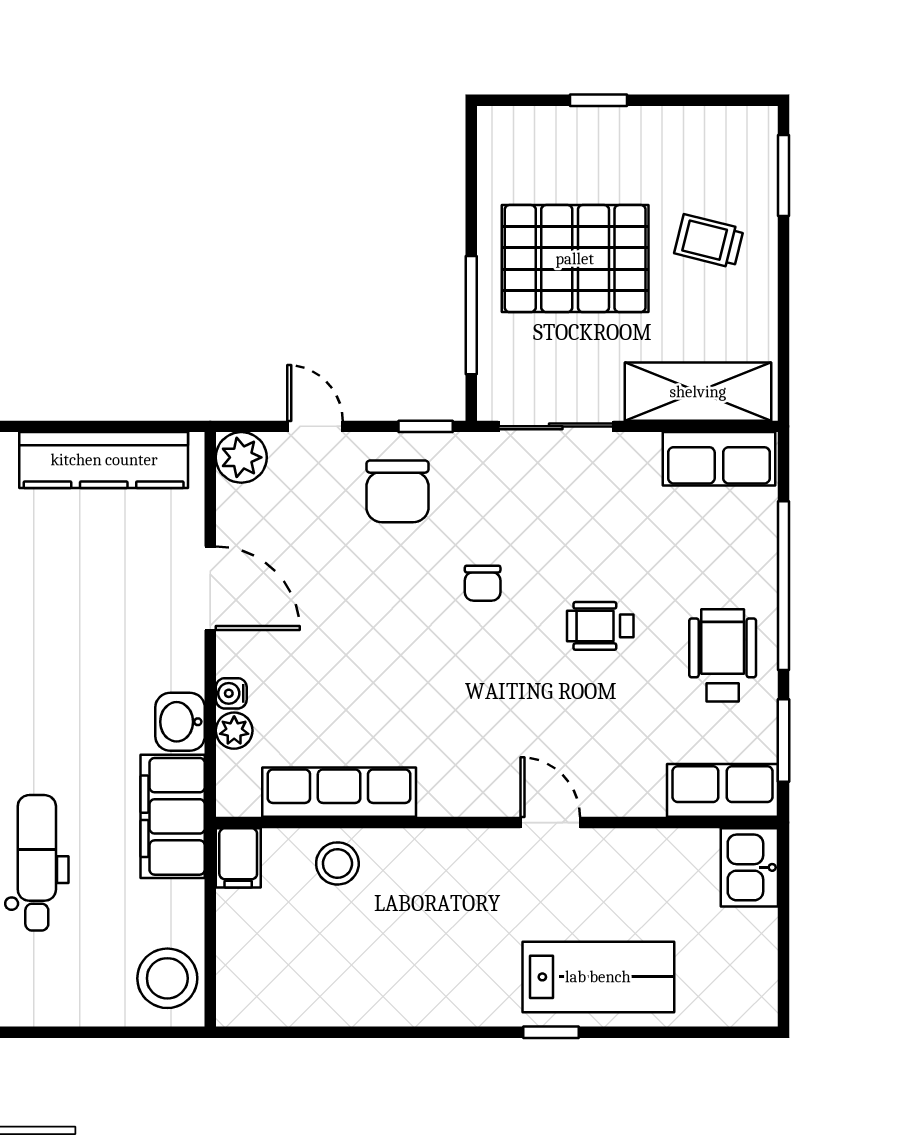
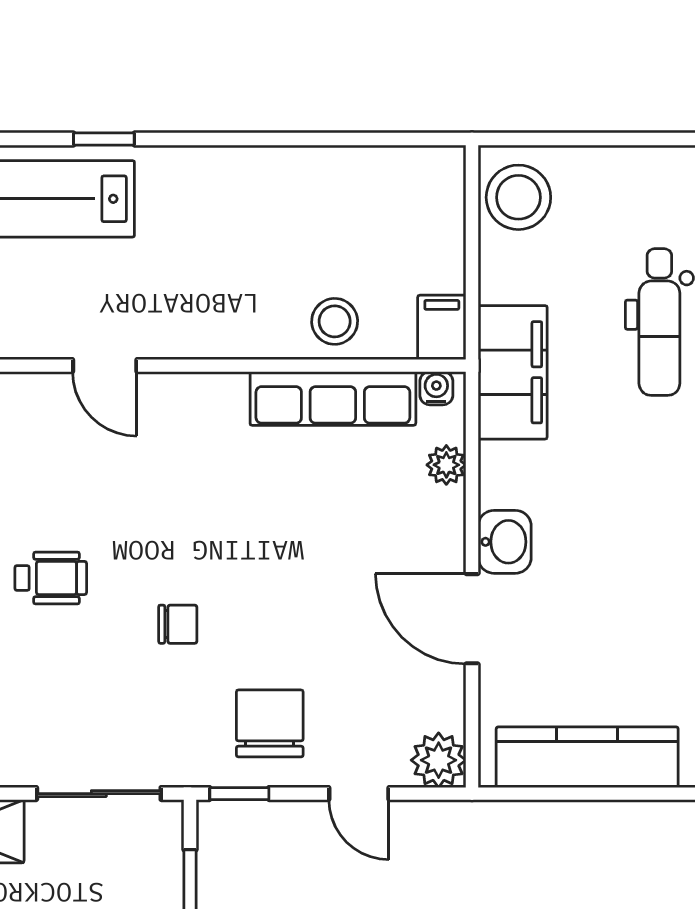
chair: (483, 583) -> (178, 624), turned 90
water cooler: (231, 693) -> (436, 388), moved, turned -90
washbasin: (180, 722) -> (505, 542), moved

